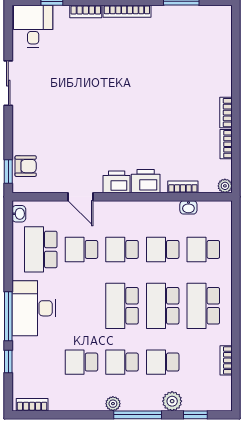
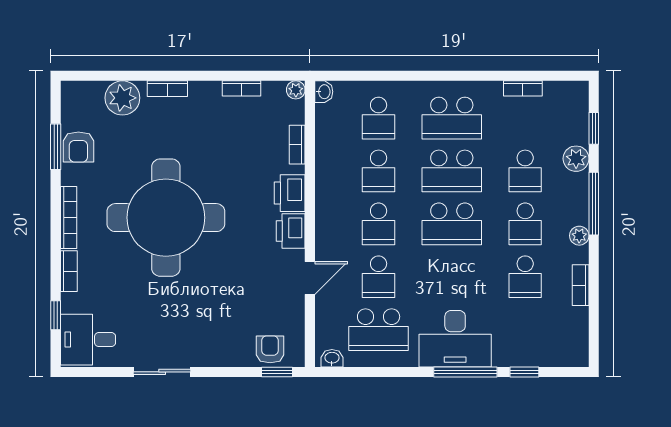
armchair: (181, 19) -> (78, 147), added
plant: (219, 53) -> (122, 98), added
round table: (127, 86) -> (166, 218), added
bookcase: (226, 113) -> (167, 89), moved
washbasin: (188, 207) -> (324, 92), moved
bookcase: (32, 405) -> (581, 285), moved

